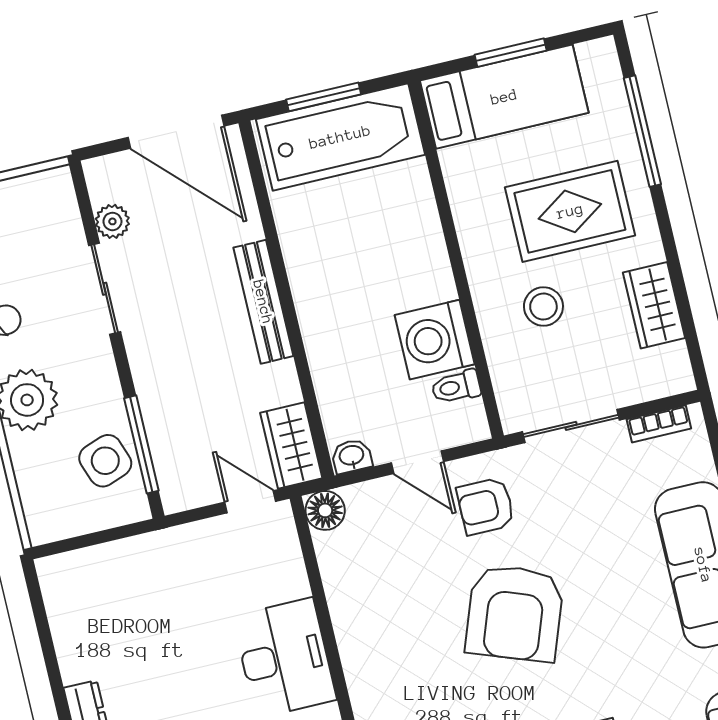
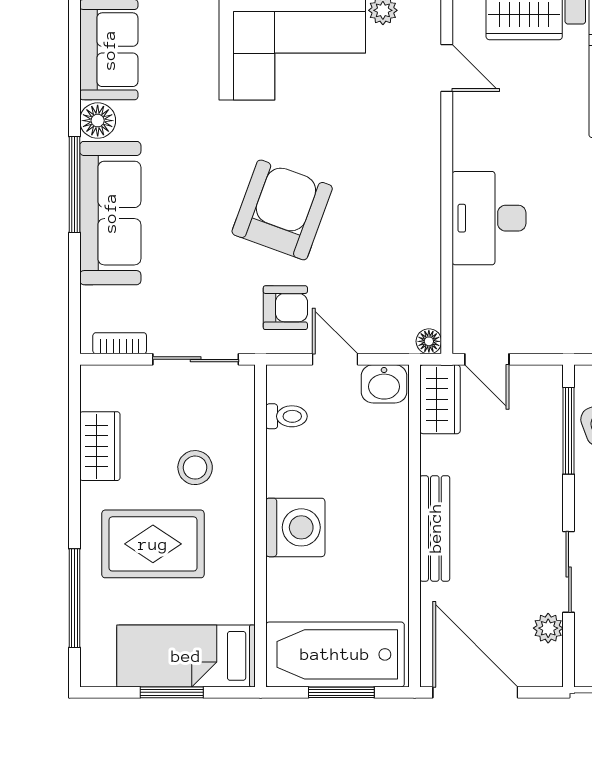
washing machine: (435, 340) -> (295, 527), moved
washbasin: (352, 456) -> (384, 384), width x1.38, depth x1.45
floor lamp: (325, 510) -> (429, 341), width x0.73, depth x0.73

